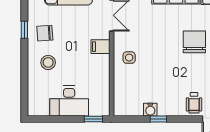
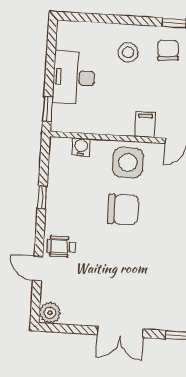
chair: (194, 42) -> (123, 210), moved
side table: (129, 58) -> (128, 163), width x1.87, depth x1.87
water cooler: (150, 110) -> (81, 147), moved, turned 90

